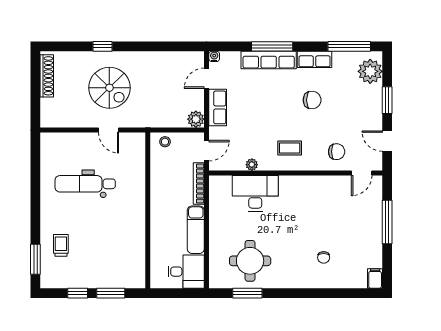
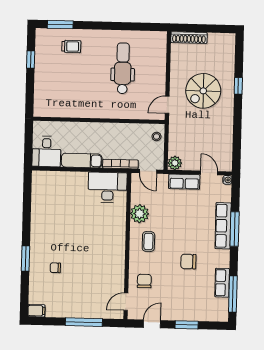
row of seats: (315, 59) -> (222, 283), moved
plant: (370, 71) -> (211, 311), removed
shoe rack: (47, 76) -> (189, 38), moved
chair: (312, 100) -> (188, 262), turned 90
door: (108, 130) -> (167, 105), moved
chair: (337, 152) -> (144, 281), turned 180
plant: (252, 165) -> (140, 214), width x1.88, depth x1.88
door: (362, 173) -> (126, 302), hinge flipped
desk: (255, 193) -> (108, 187), moved, turned -90
round table: (250, 261) -> (54, 206), removed
window: (111, 293) -> (30, 87), removed
window: (247, 293) -> (25, 259), moved

